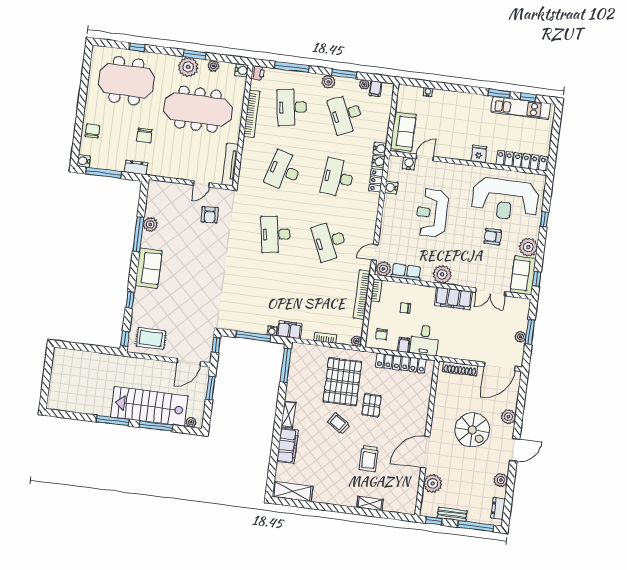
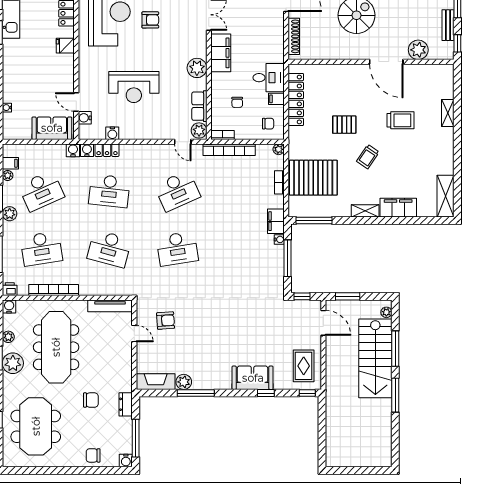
fireplace: (154, 198) -> (156, 382), added
armchair: (493, 237) -> (150, 20), turned -90
sofa: (149, 268) -> (253, 378), moved
pallet: (342, 382) -> (313, 178), moved

